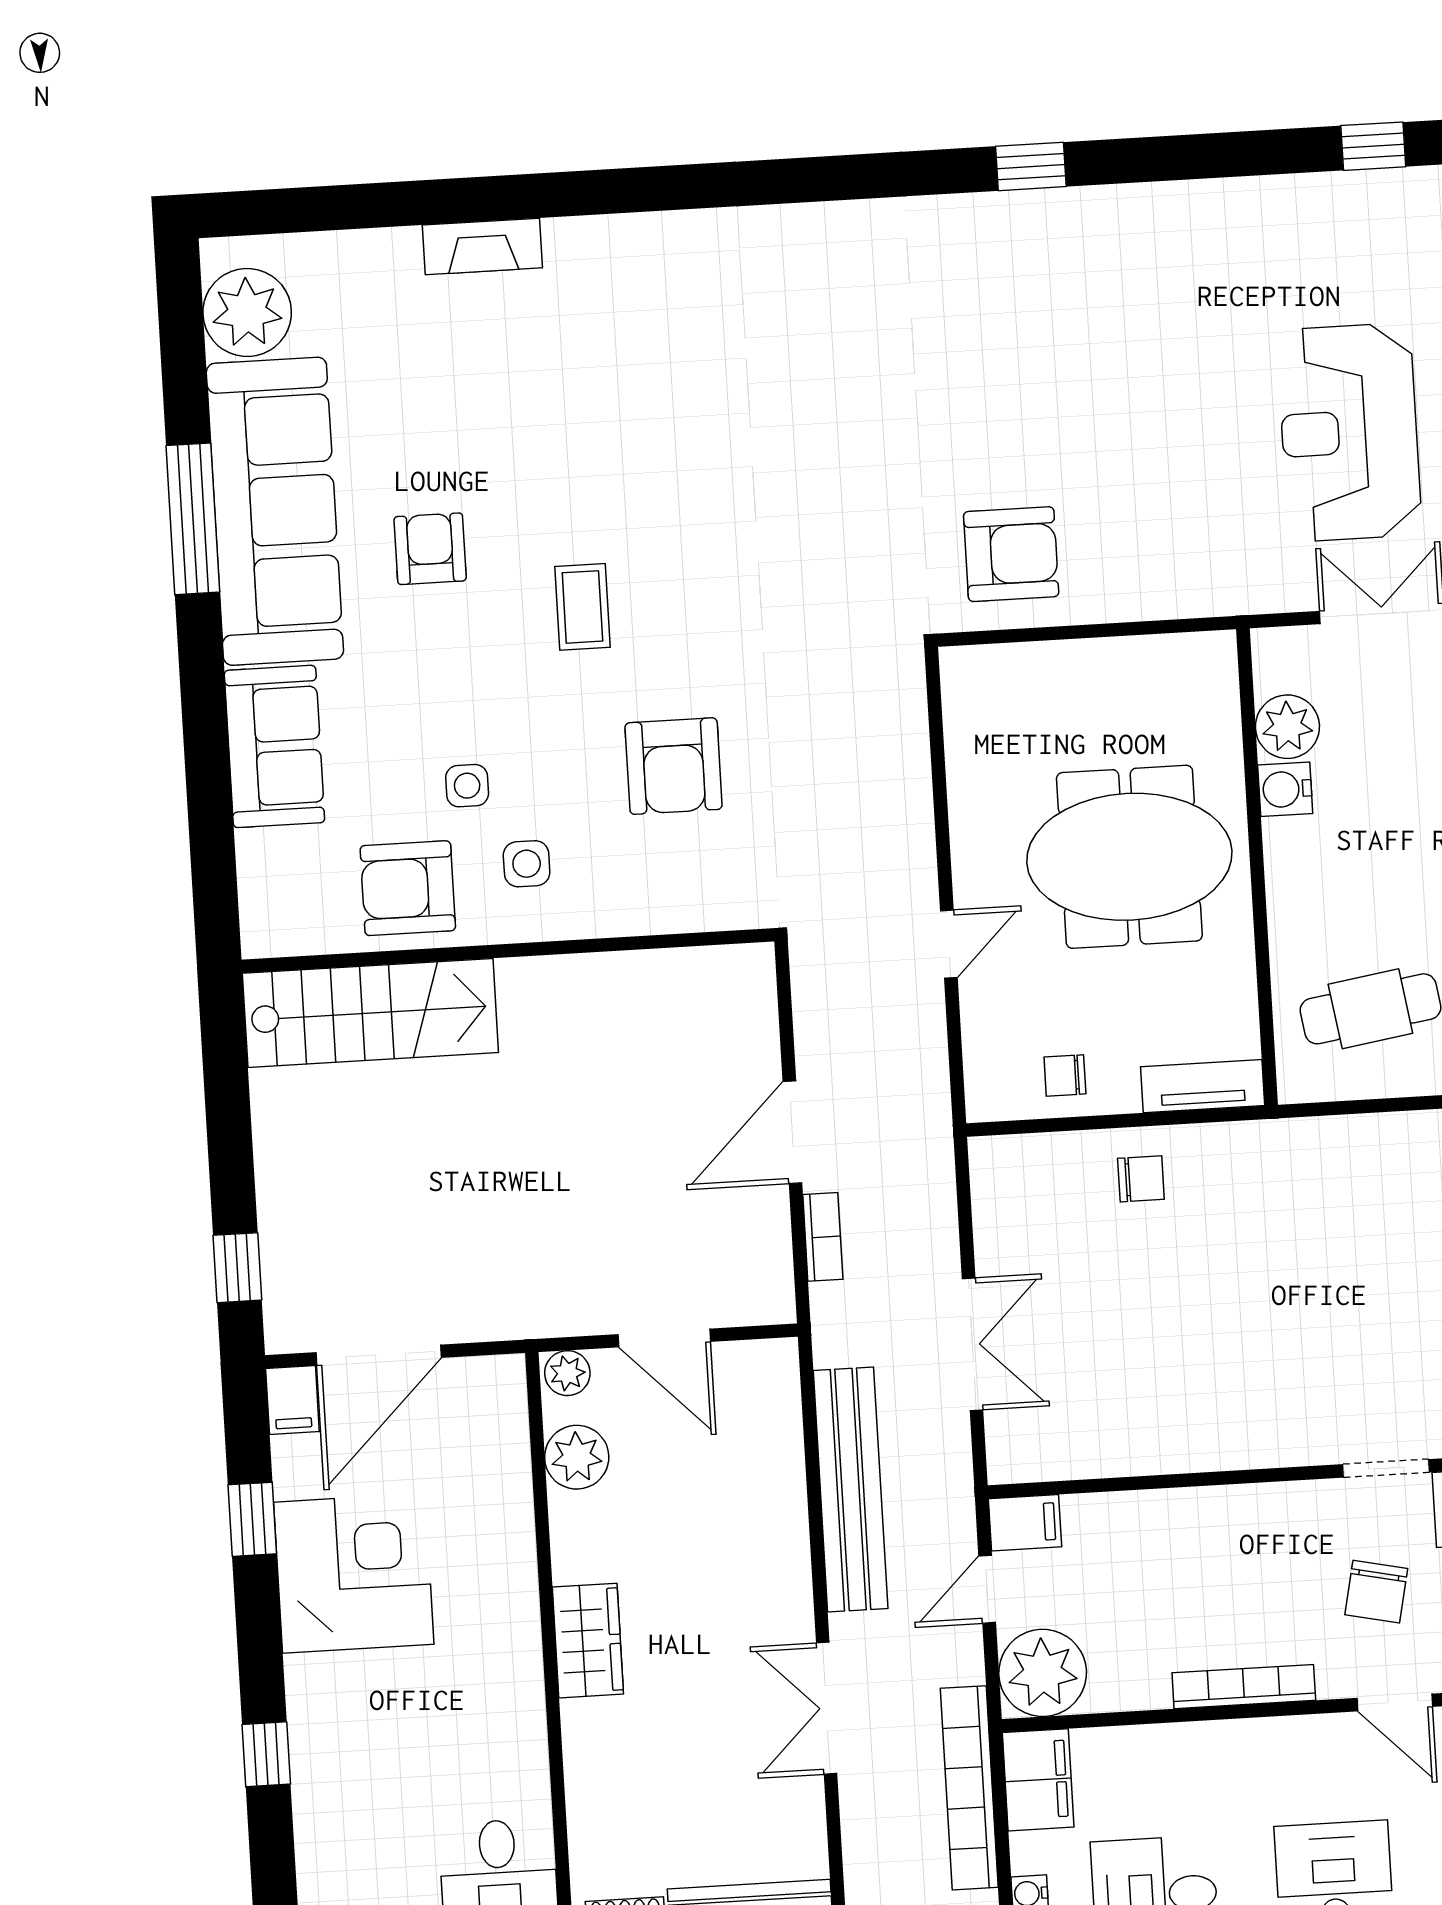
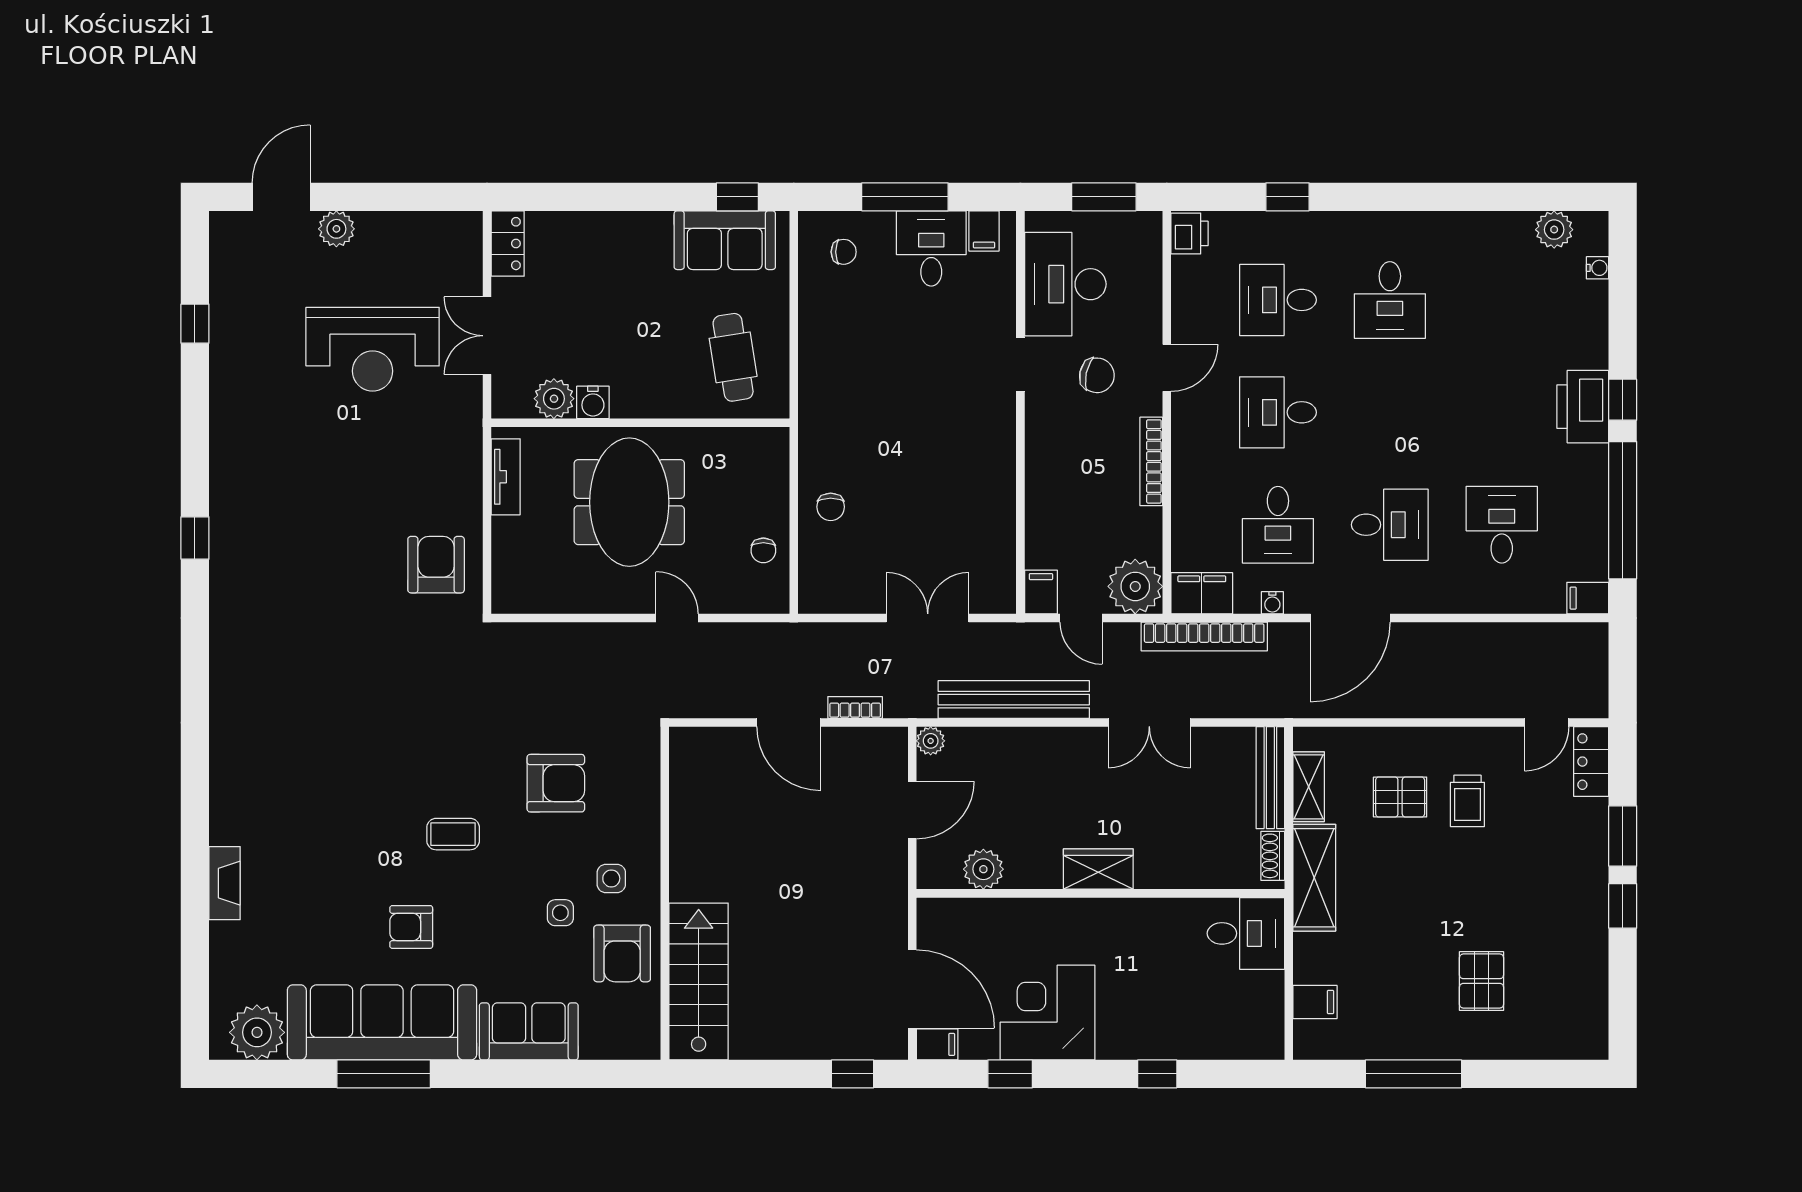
tv unit: (1203, 1086) -> (506, 477), moved, turned 180
chair: (1141, 1179) -> (831, 507), turned 180
plant: (567, 1373) -> (931, 741), moved

